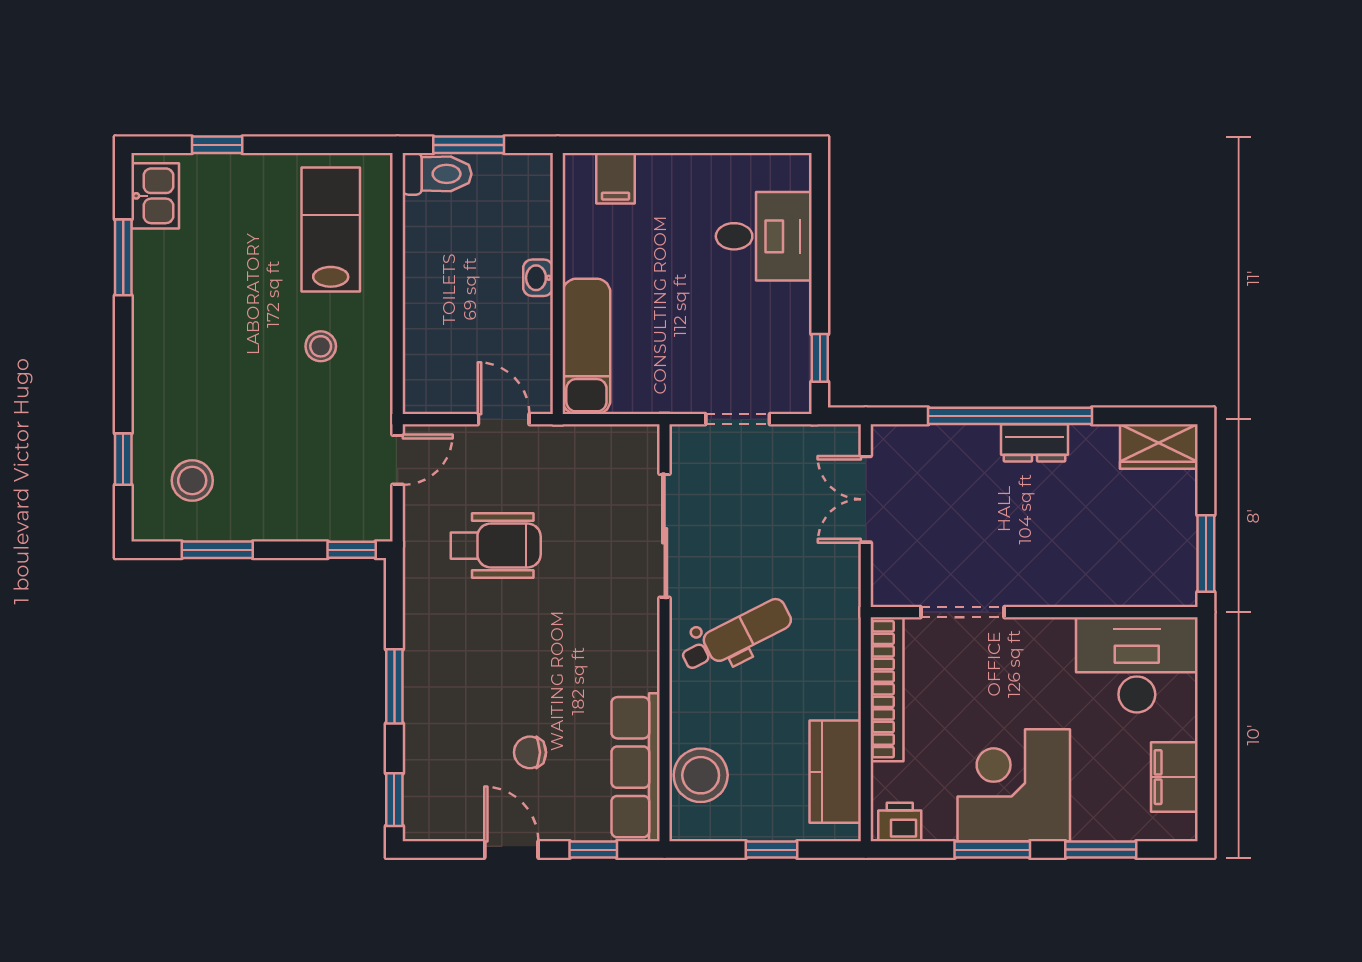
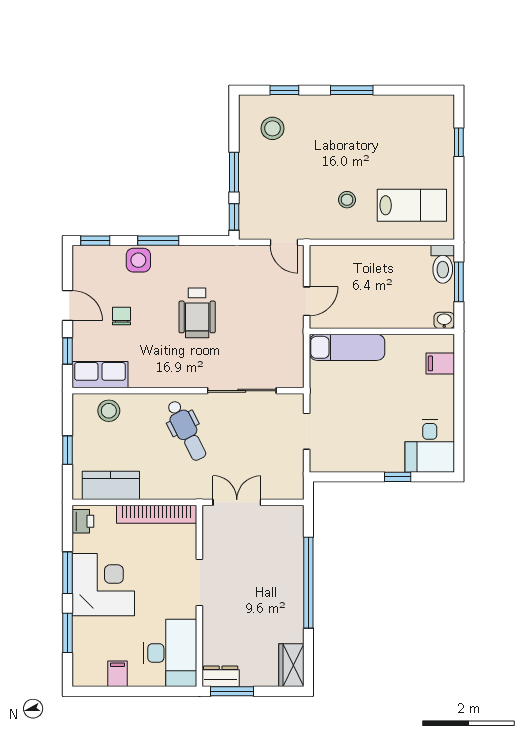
kitchen sink: (155, 196) -> (431, 108), removed
desk: (764, 236) -> (430, 446), moved
window: (123, 257) -> (352, 90), moved
washbasin: (538, 278) -> (444, 320), moved
window: (820, 358) -> (398, 477), moved
dresser: (1035, 443) -> (221, 676), moved, turned 90
double door: (866, 499) -> (237, 502), moved
wheelchair: (496, 546) -> (197, 313), moved
window: (217, 550) -> (234, 172), moved
doorway: (962, 612) -> (199, 583), moved
side table: (429, 722) -> (138, 260), added
row of seats: (636, 767) -> (100, 375), width x0.68
stool: (701, 775) -> (109, 411), width x0.73, depth x0.73
filing cabinet: (1174, 777) -> (118, 674), width x0.50
door: (511, 850) -> (68, 306), hinge flipped

